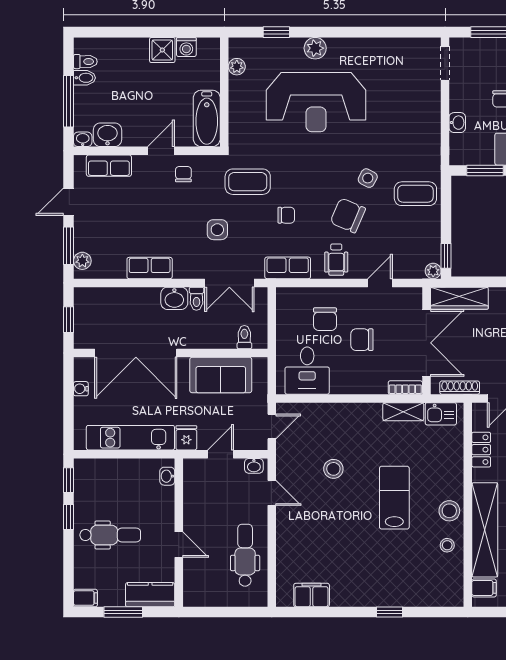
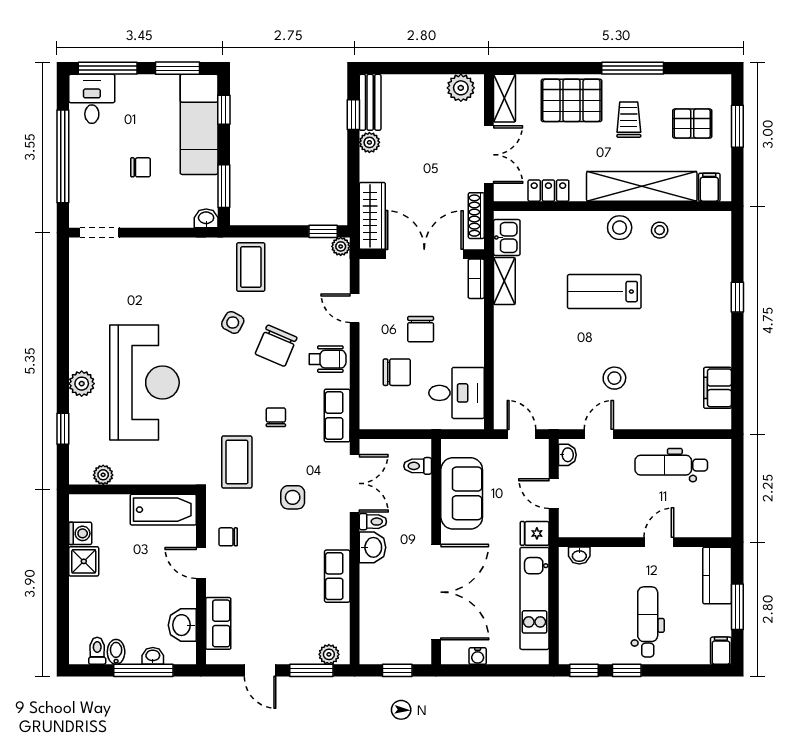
washbasin: (457, 123) -> (206, 218), moved
washbasin: (83, 139) -> (153, 656), moved, turned 90
stool: (333, 469) -> (614, 378), moved

